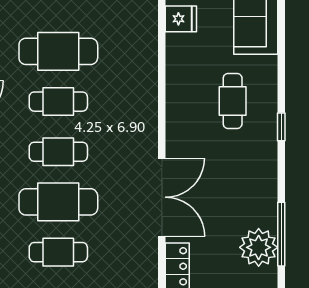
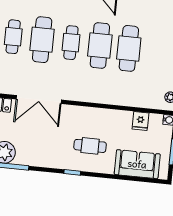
cafe table: (58, 102) -> (100, 46), width x1.37, depth x1.35

